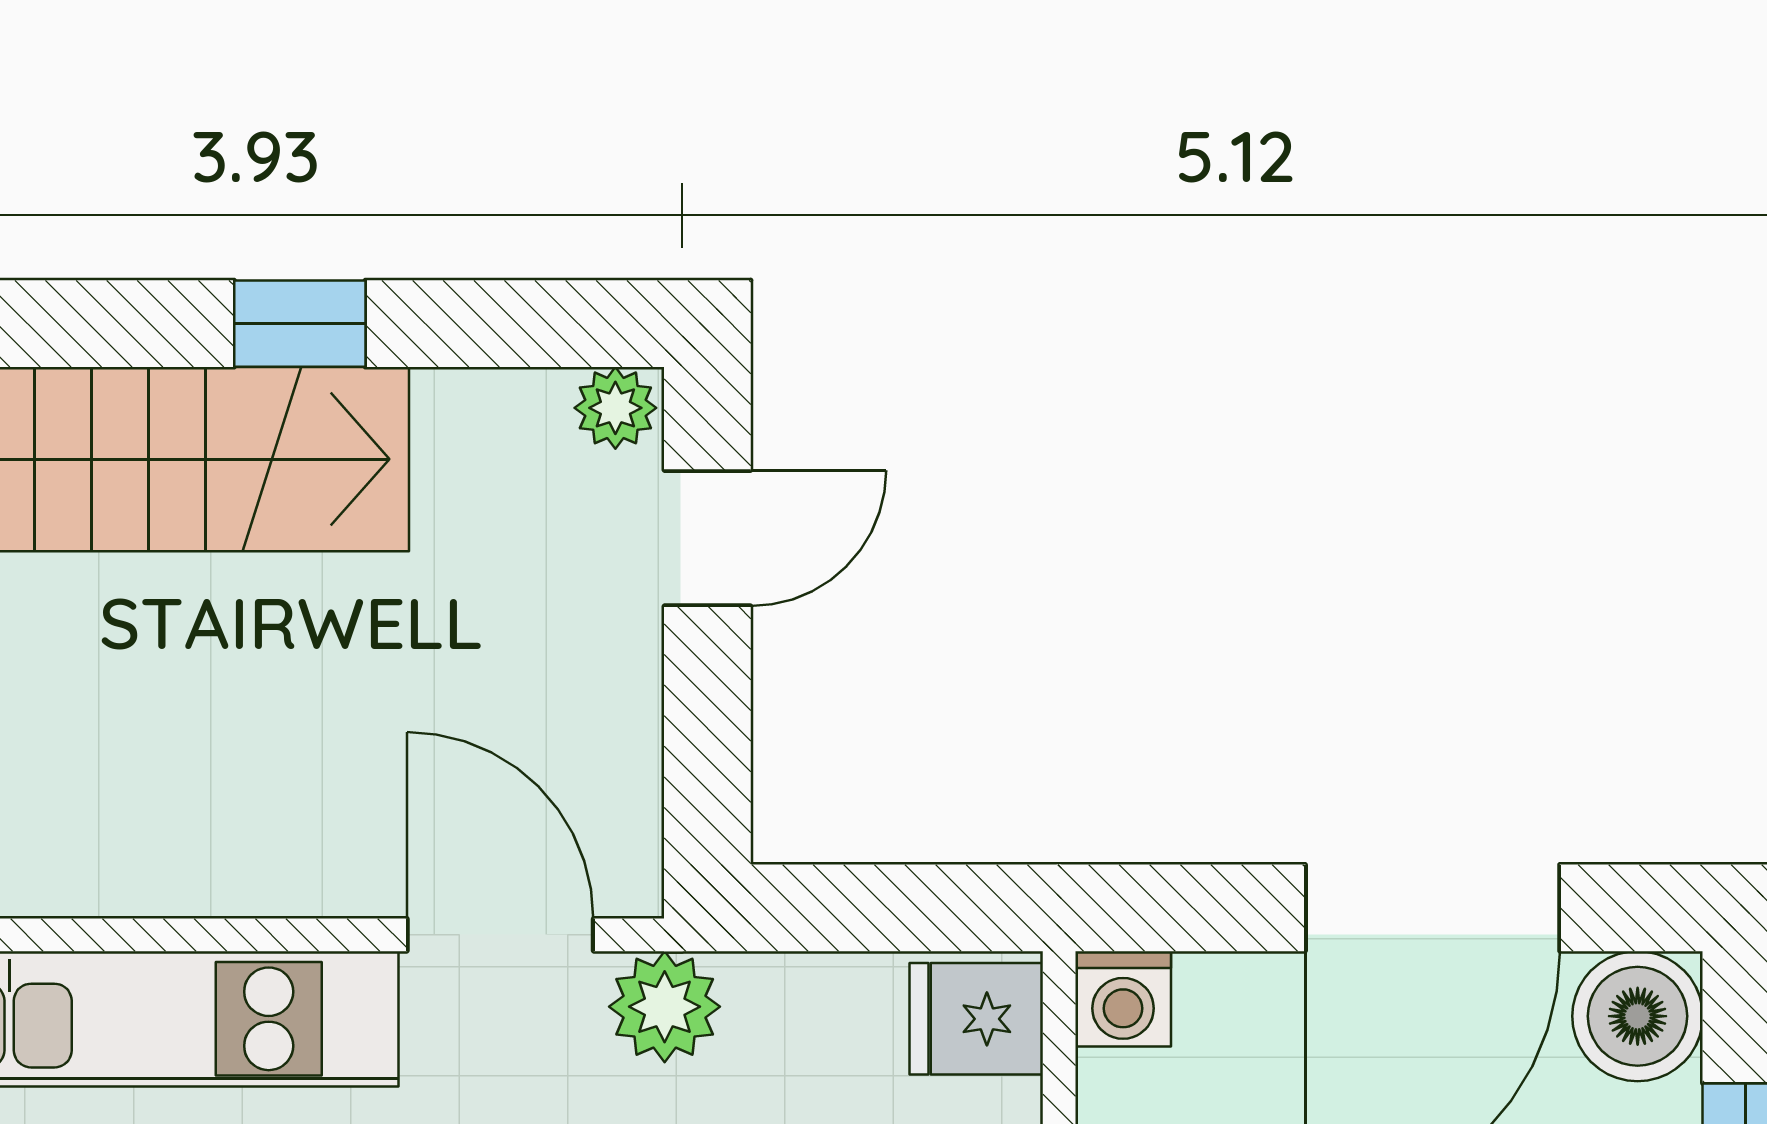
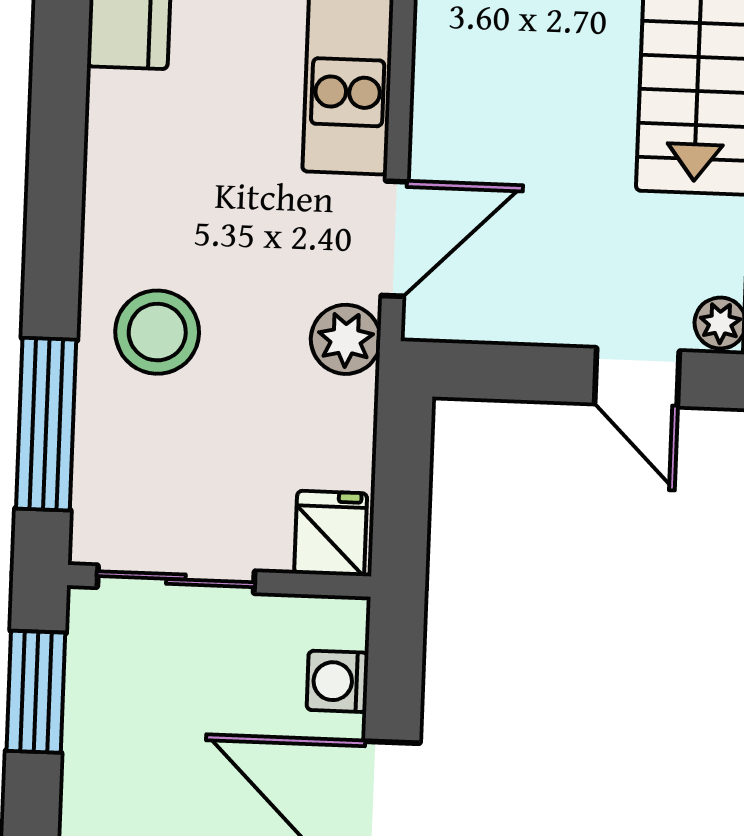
washing machine: (1123, 999) -> (337, 681), moved

